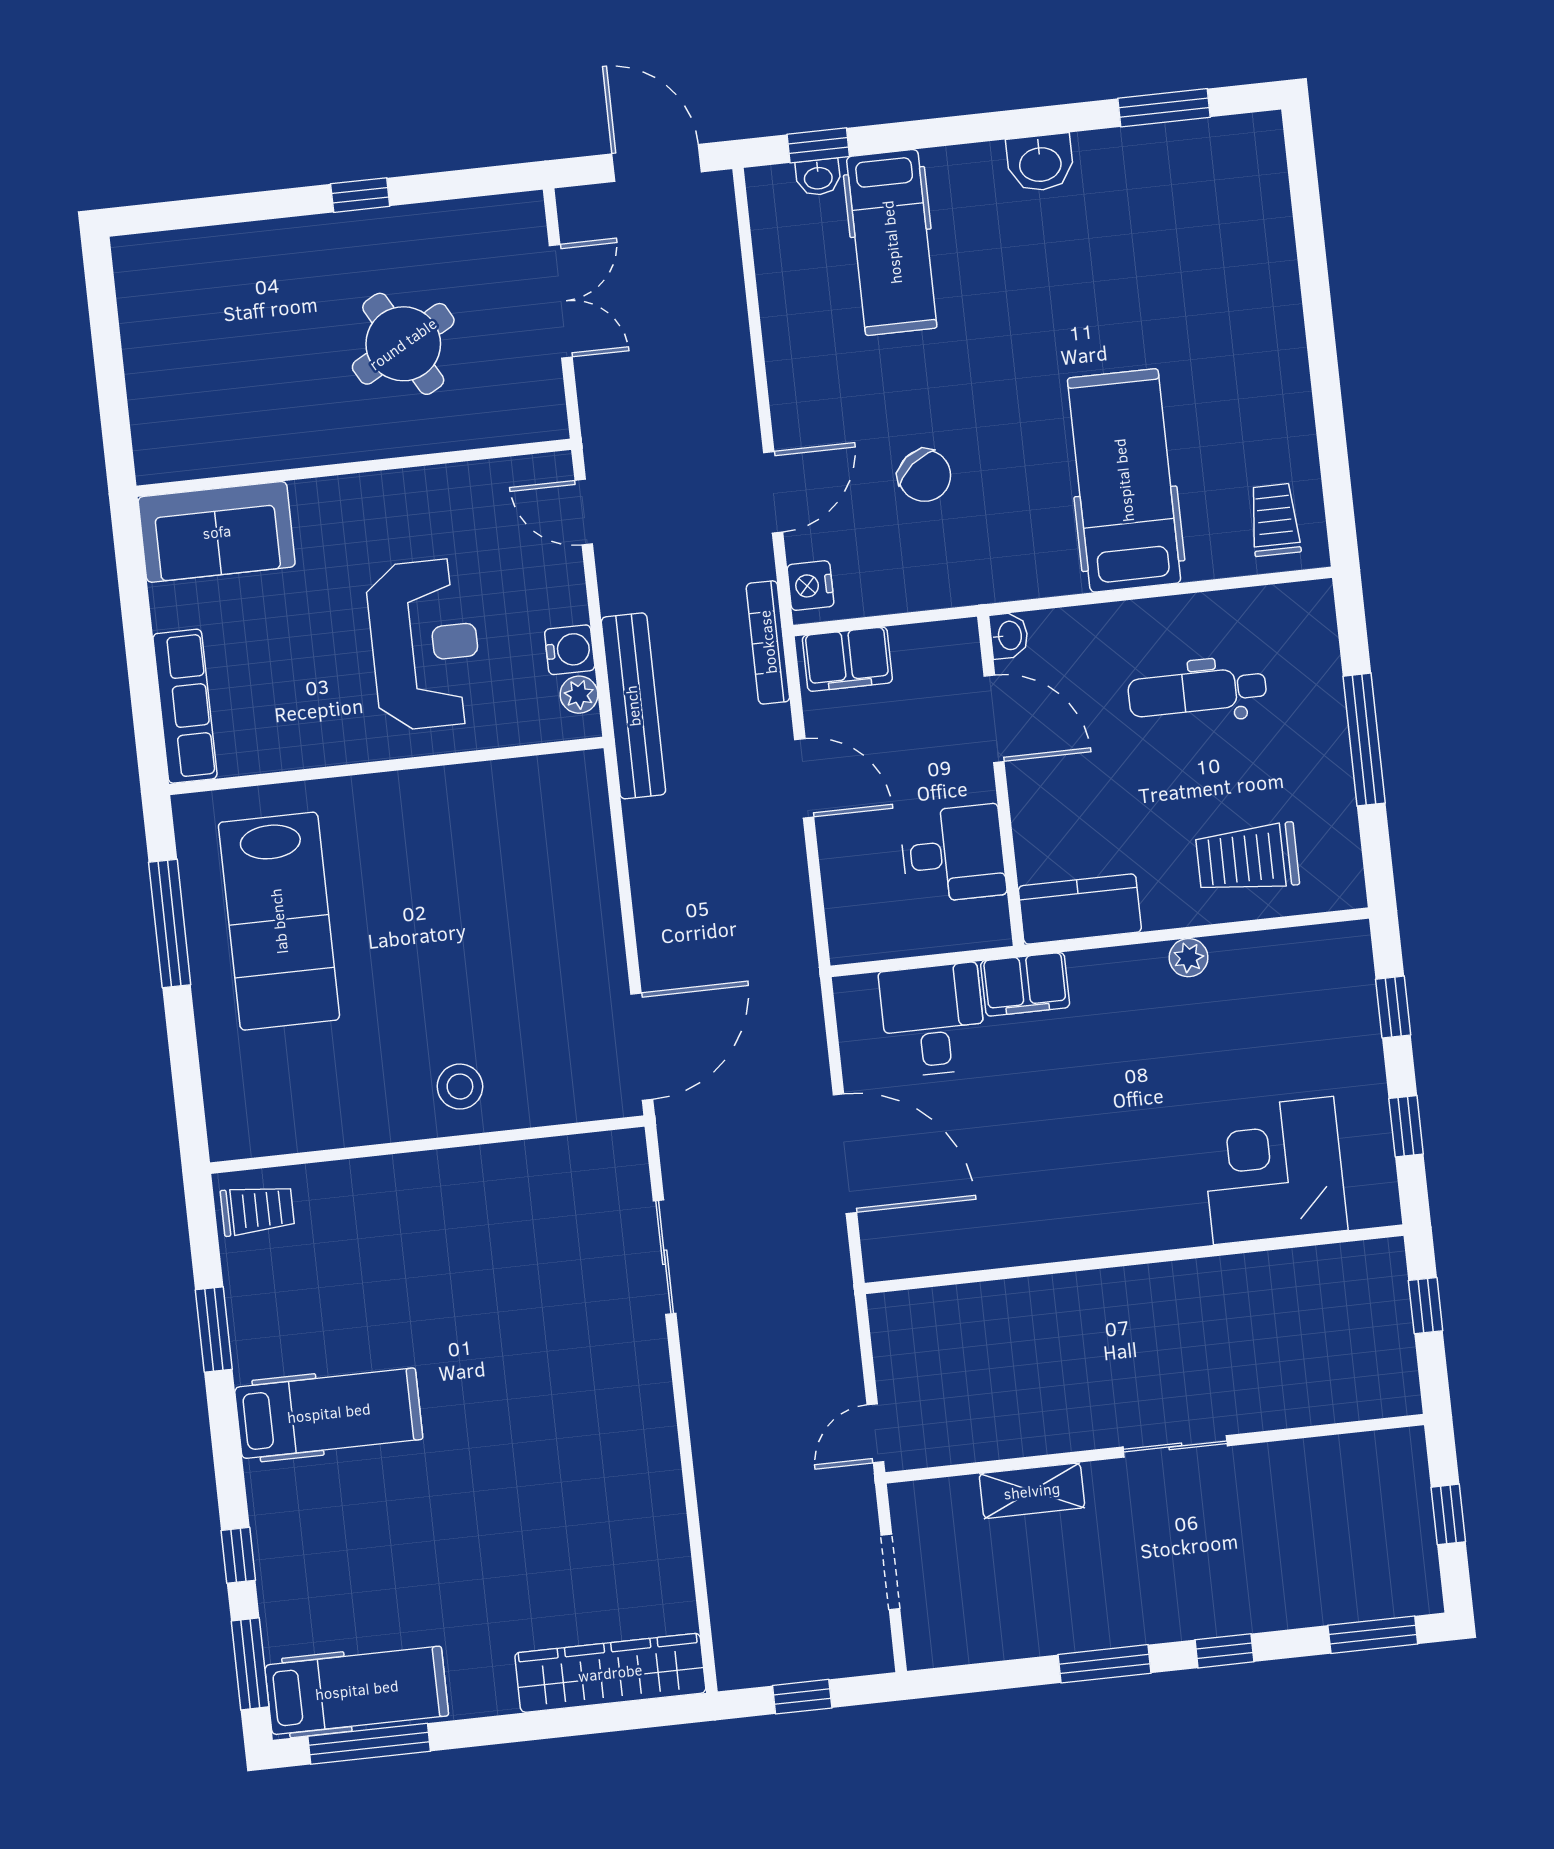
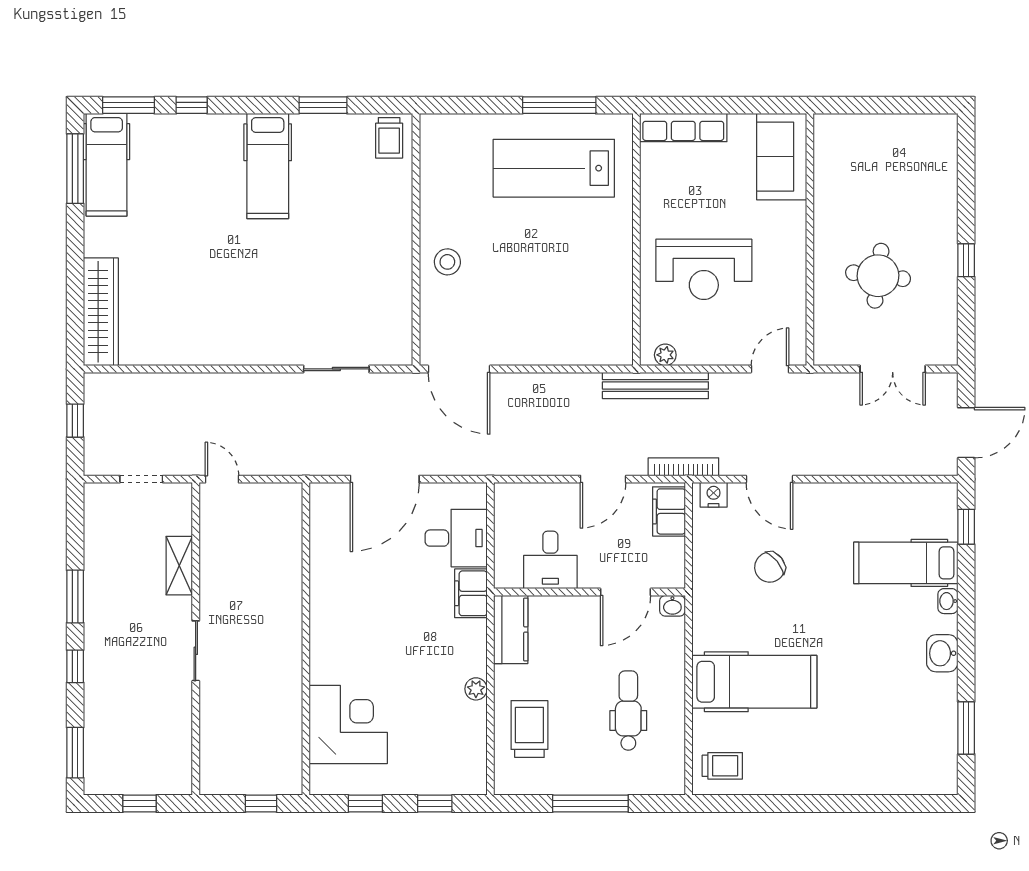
washbasin: (818, 177) -> (948, 601), moved
round table: (403, 344) -> (878, 276), turned 36
water cooler: (570, 650) -> (692, 352), removed

